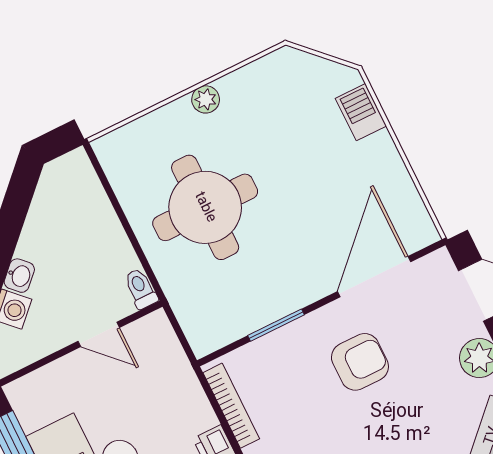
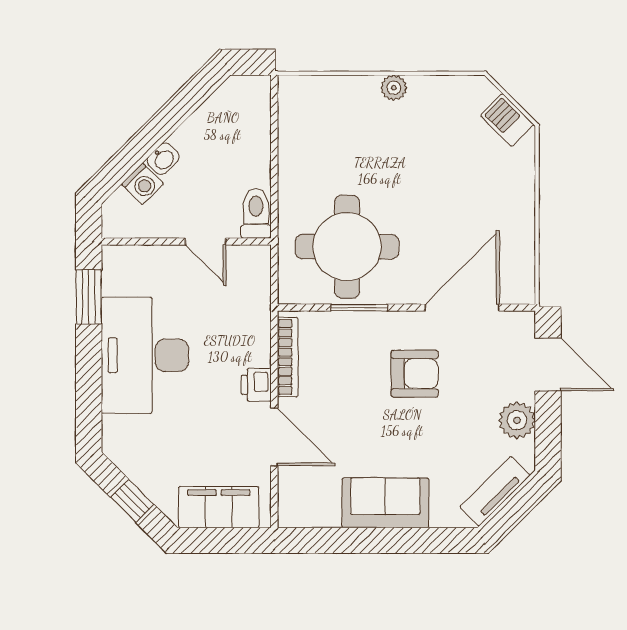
barbecue: (361, 112) -> (507, 120), moved, turned -45
round table: (205, 207) -> (347, 247), moved
toilet: (141, 289) -> (256, 213), width x1.37, depth x1.39

